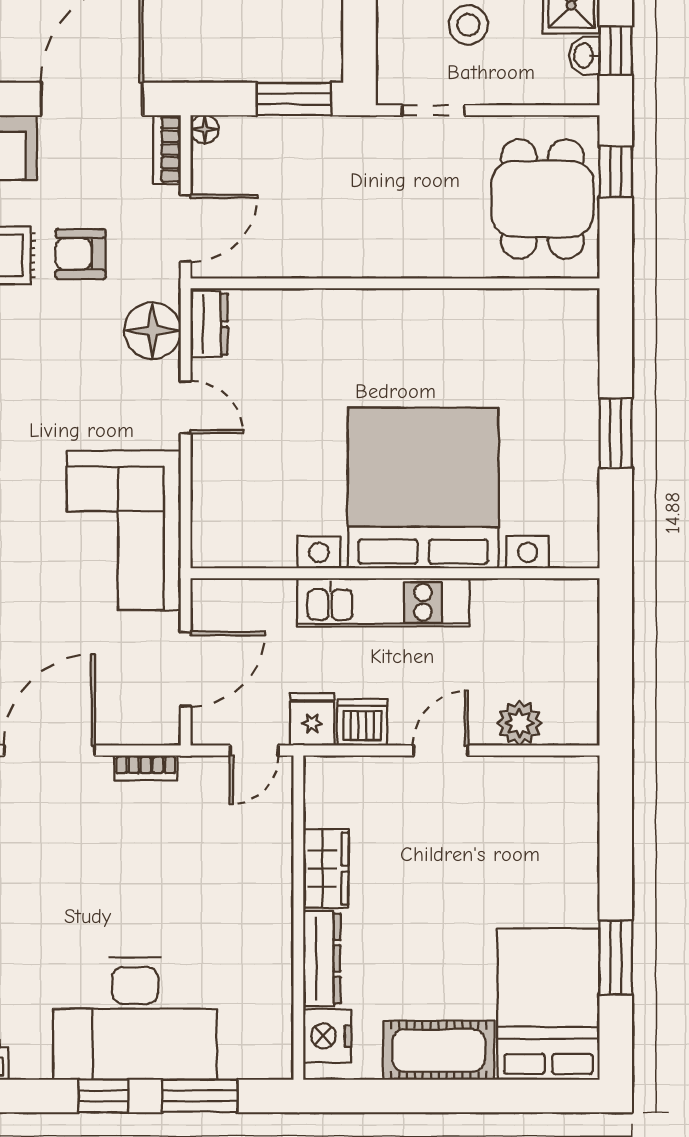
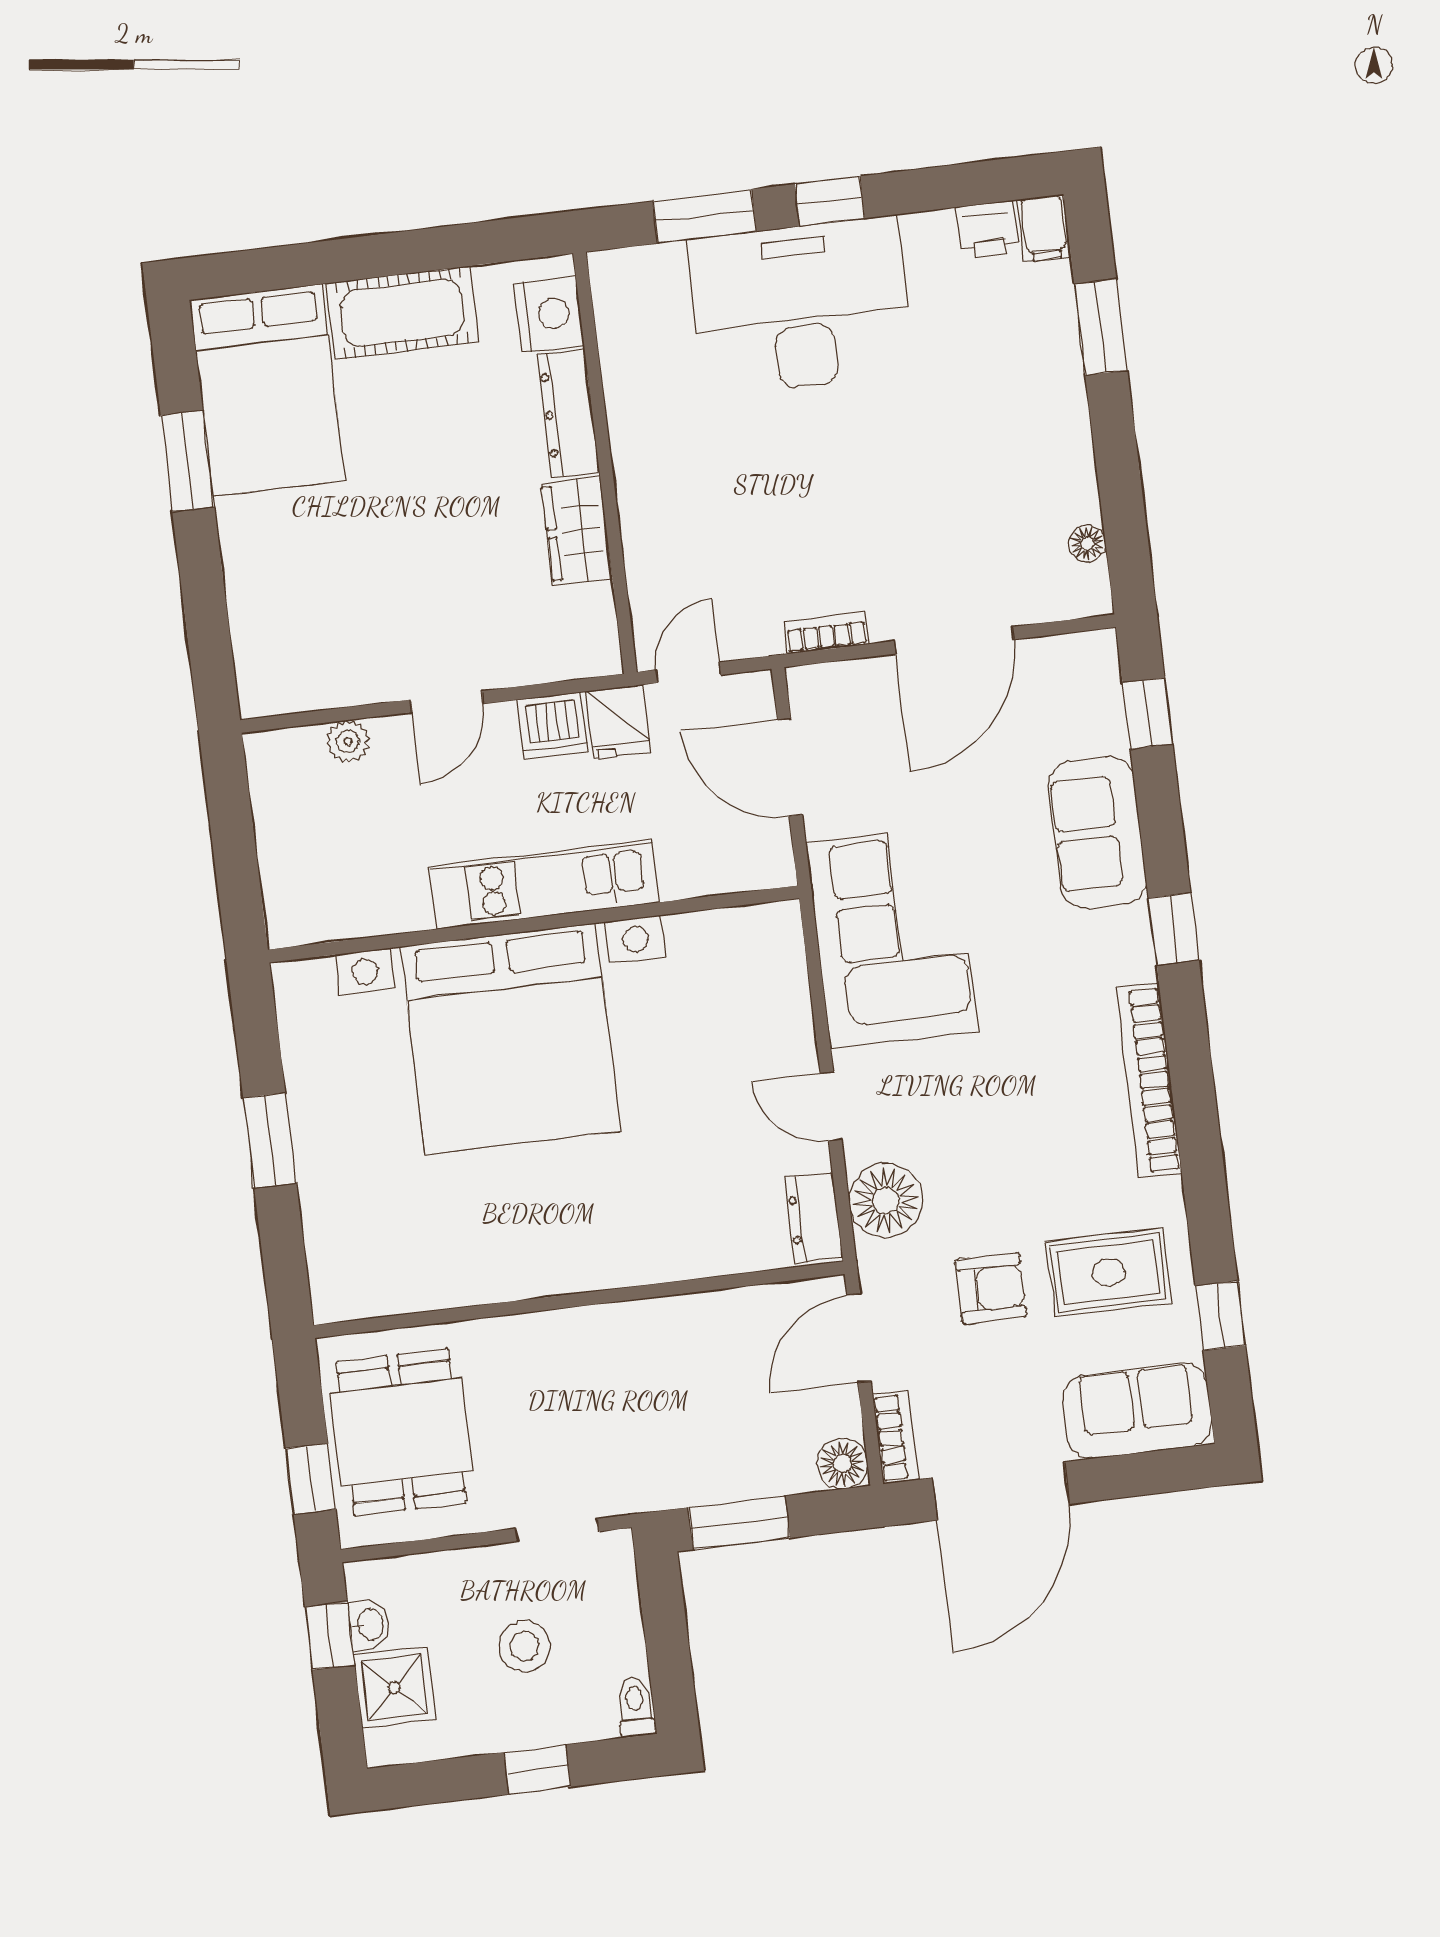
floor lamp: (205, 129) -> (842, 1464), width x1.37, depth x1.37
door: (186, 669) -> (790, 767), hinge flipped
plant: (519, 723) -> (348, 741), width x0.73, depth x0.73

